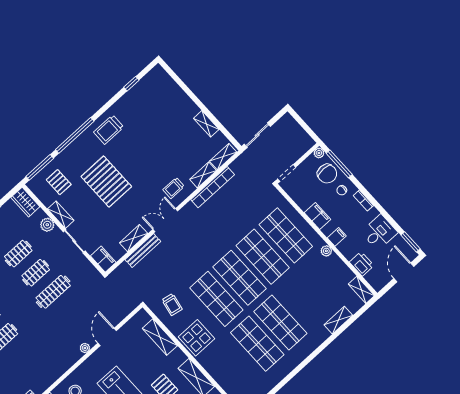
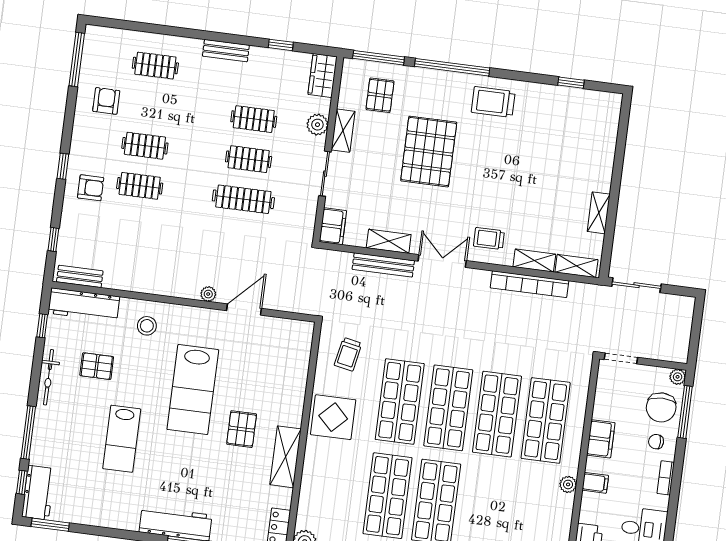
shelving: (160, 337) -> (297, 373), removed

